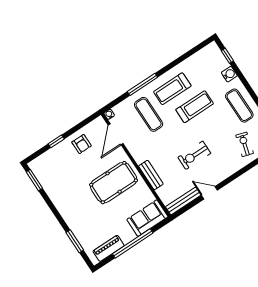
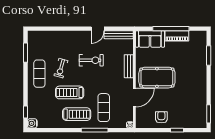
water cooler: (229, 74) -> (32, 123), moved
door: (116, 134) -> (134, 98), moved
exercise bike: (245, 144) -> (61, 68), moved
door: (209, 193) -> (98, 29), hinge flipped
piano: (109, 248) -> (177, 36), moved

